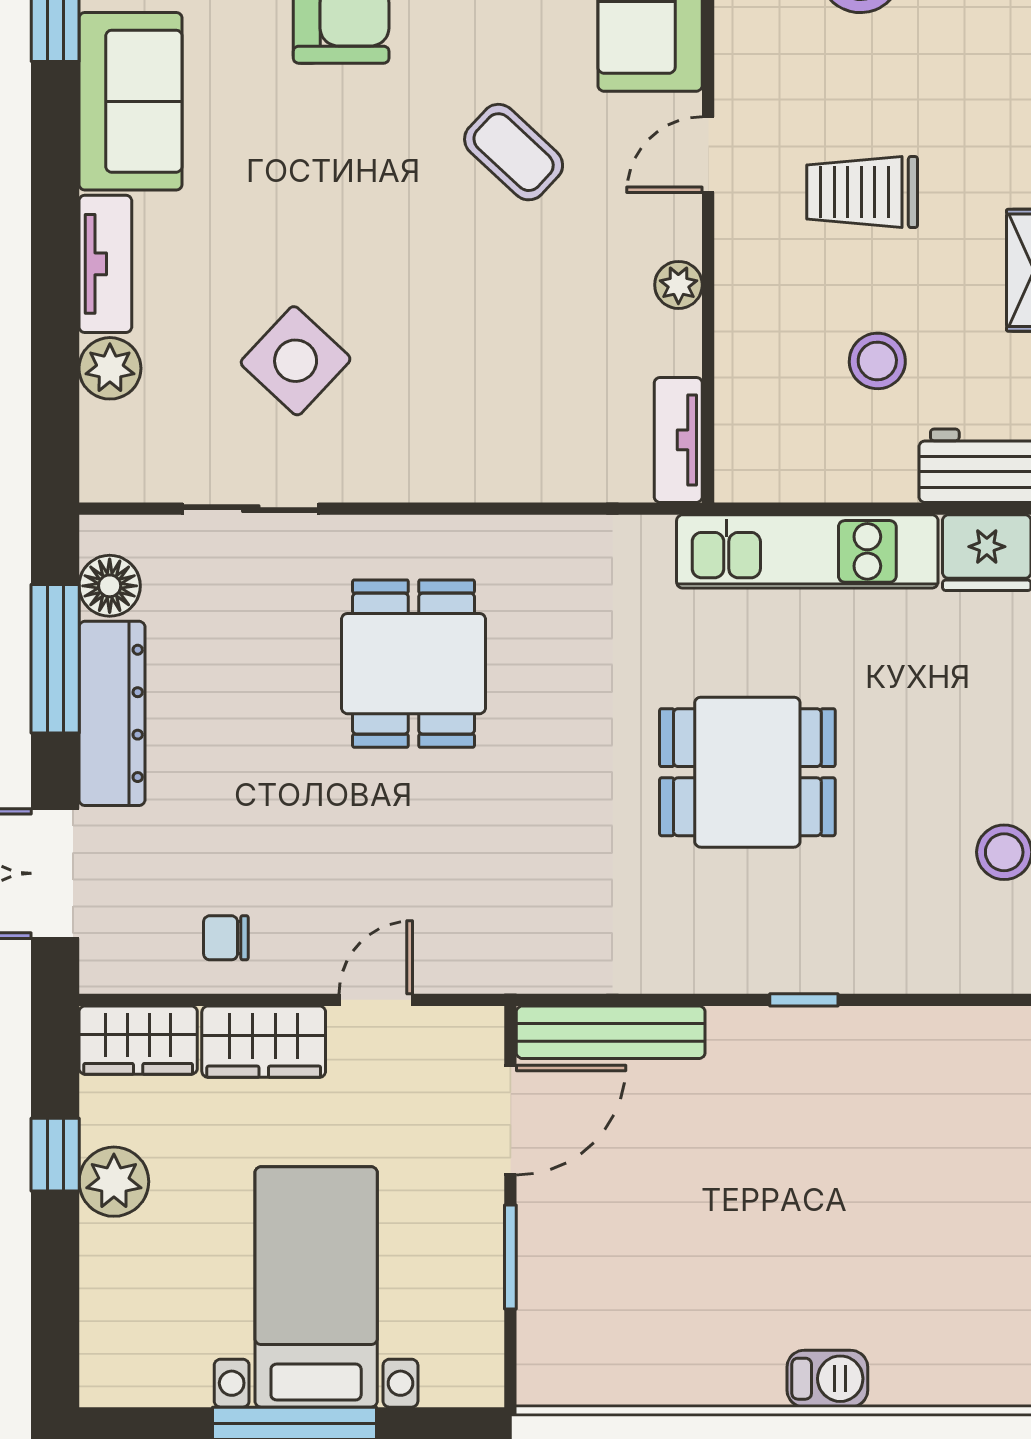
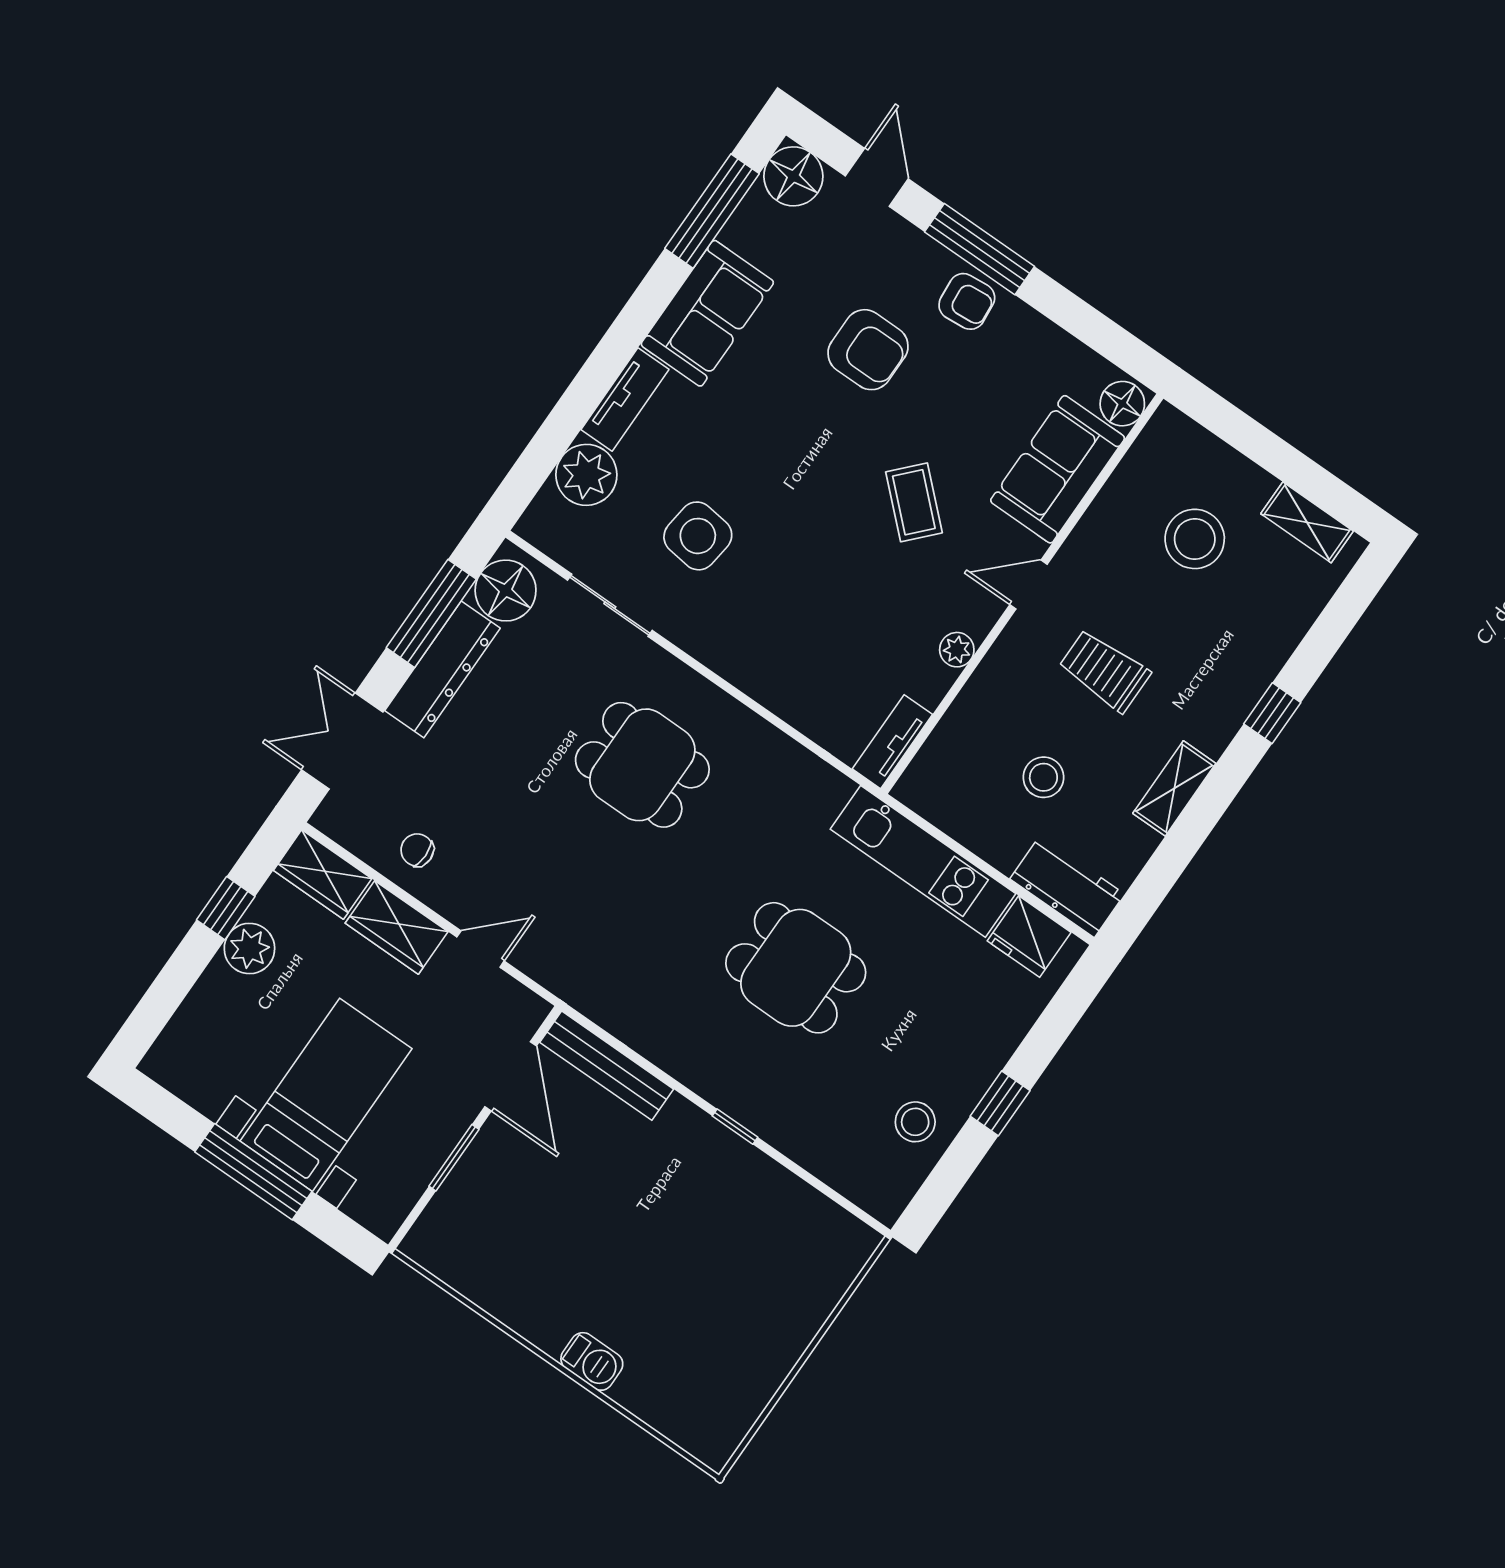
side table: (296, 361) -> (698, 536), turned -36
plant: (110, 368) -> (586, 475), width x1.36, depth x1.36
floor lamp: (110, 586) -> (506, 591), width x1.38, depth x1.38
dining table: (413, 664) -> (642, 765), turned 90
door: (510, 1120) -> (511, 1076), hinge flipped

